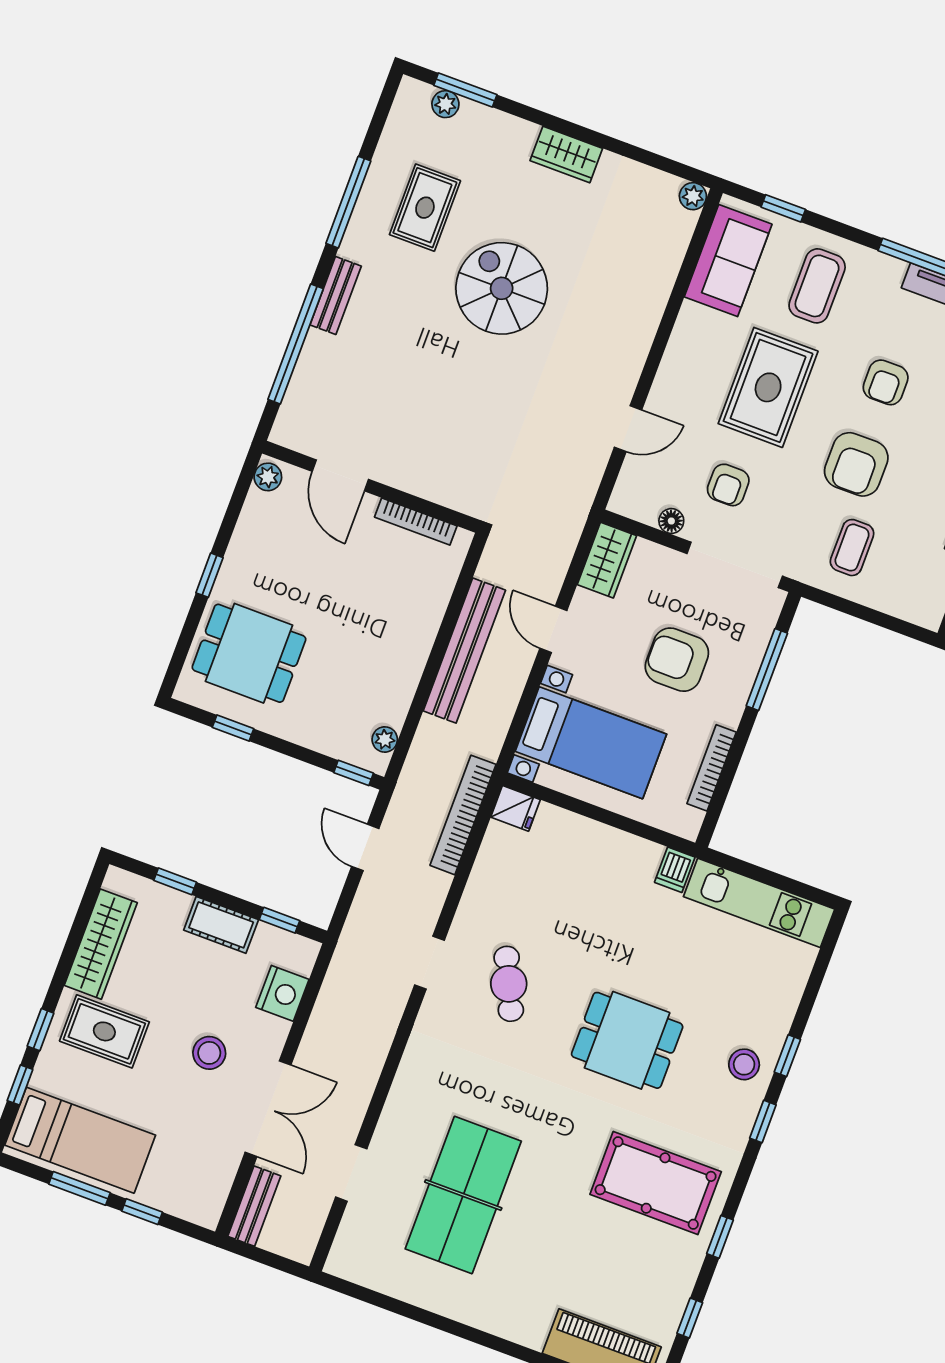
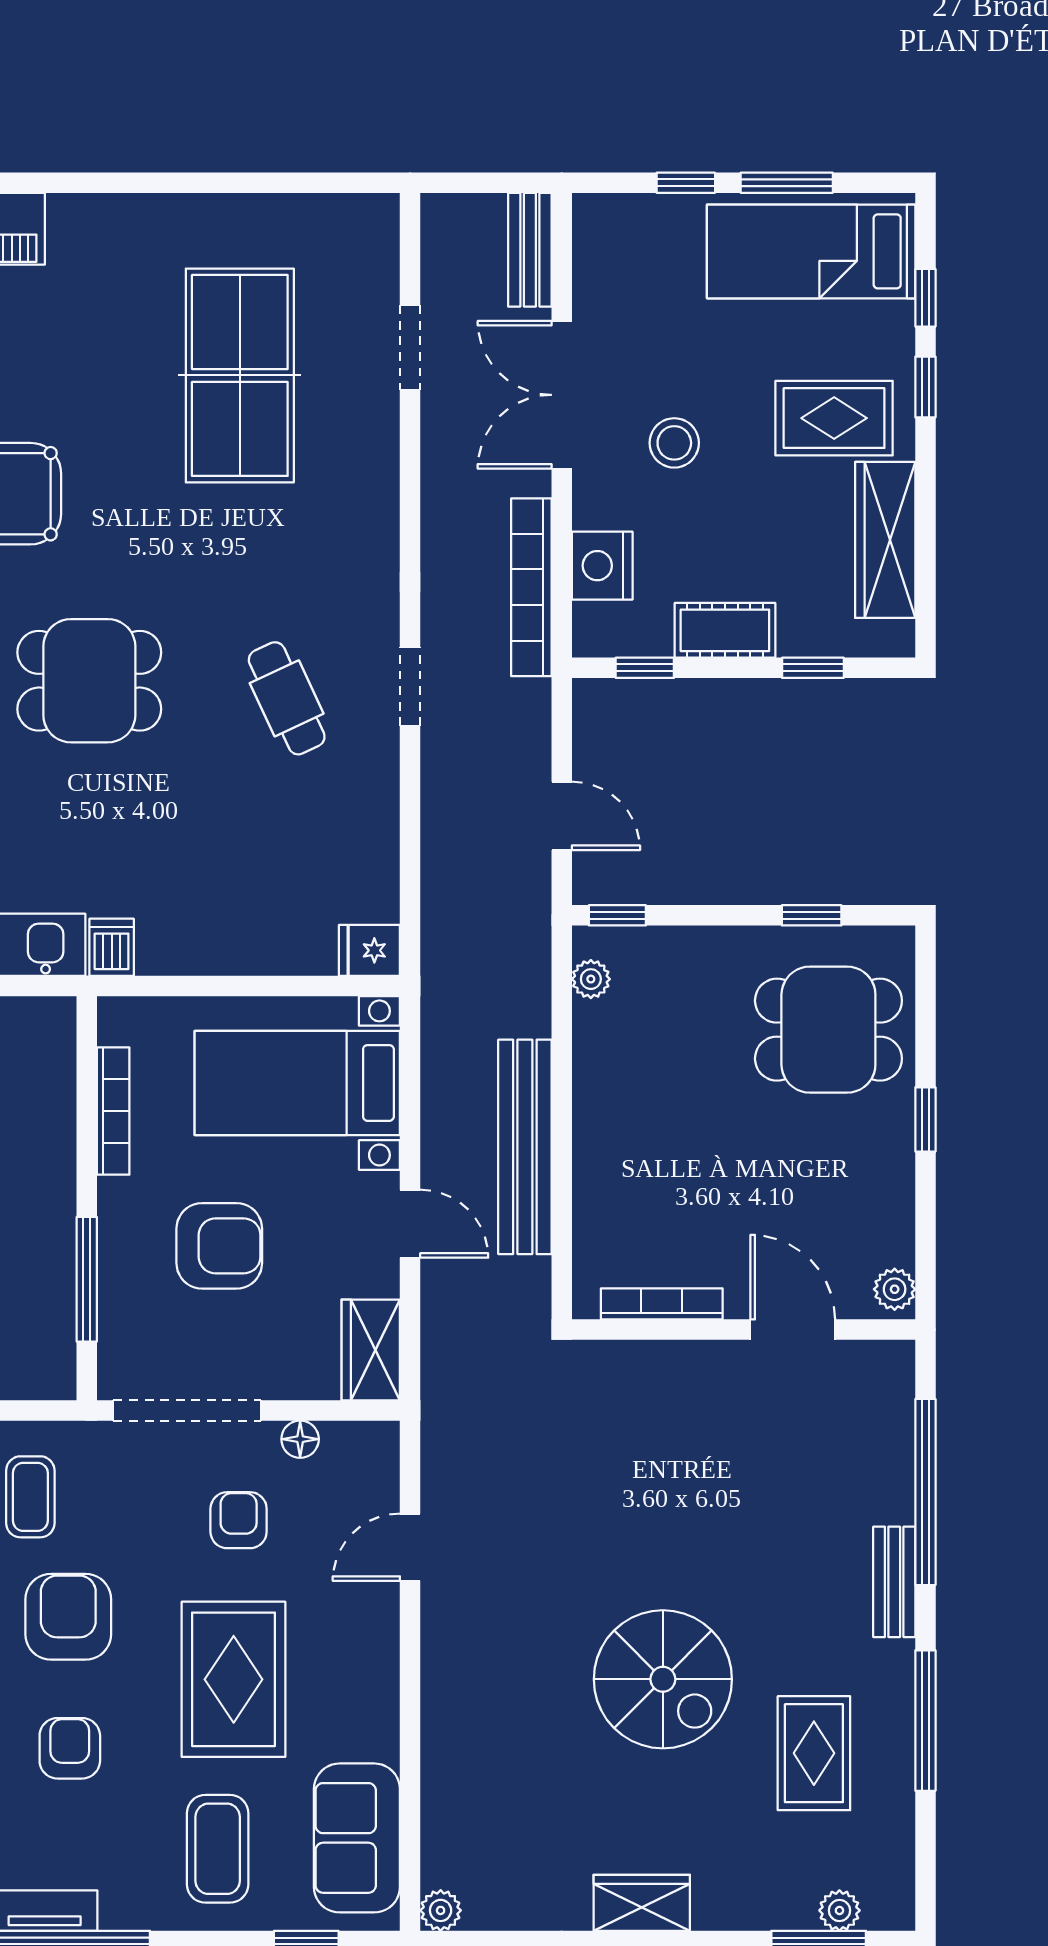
bookcase: (463, 815) -> (531, 587), moved, turned 180

